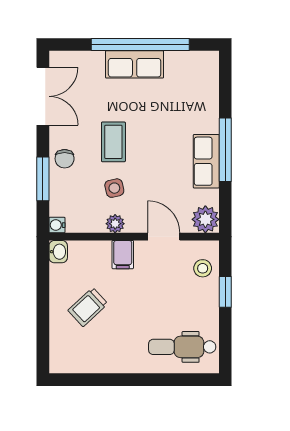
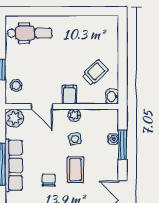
chair: (65, 159) -> (49, 180), moved
row of seats: (206, 161) -> (14, 165), width x1.48
water cooler: (57, 225) -> (113, 139), moved
trolley: (88, 307) -> (95, 73), moved

